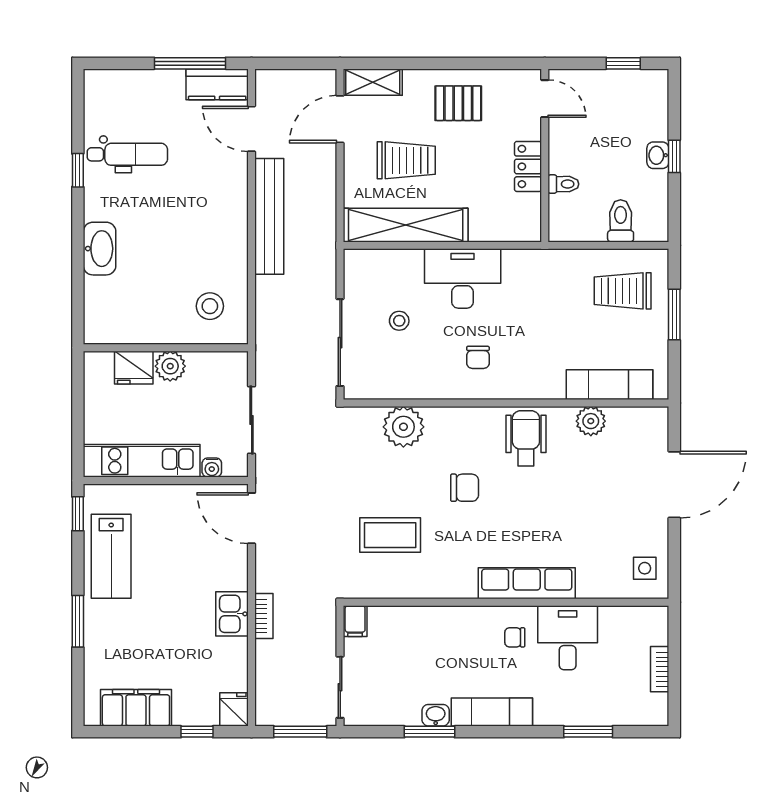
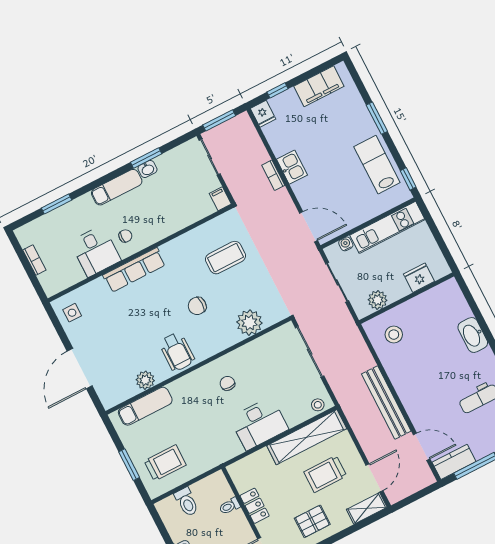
stool: (399, 321) -> (318, 405), moved
plant: (170, 366) -> (378, 300), moved

